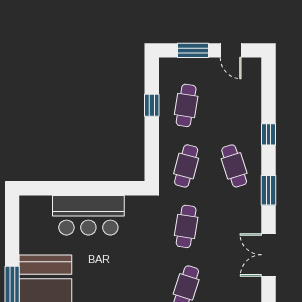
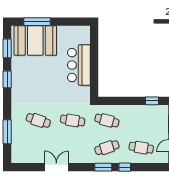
window: (152, 105) -> (152, 101), moved
cafe table: (186, 105) -> (141, 148), moved
window: (268, 190) -> (103, 167), moved

